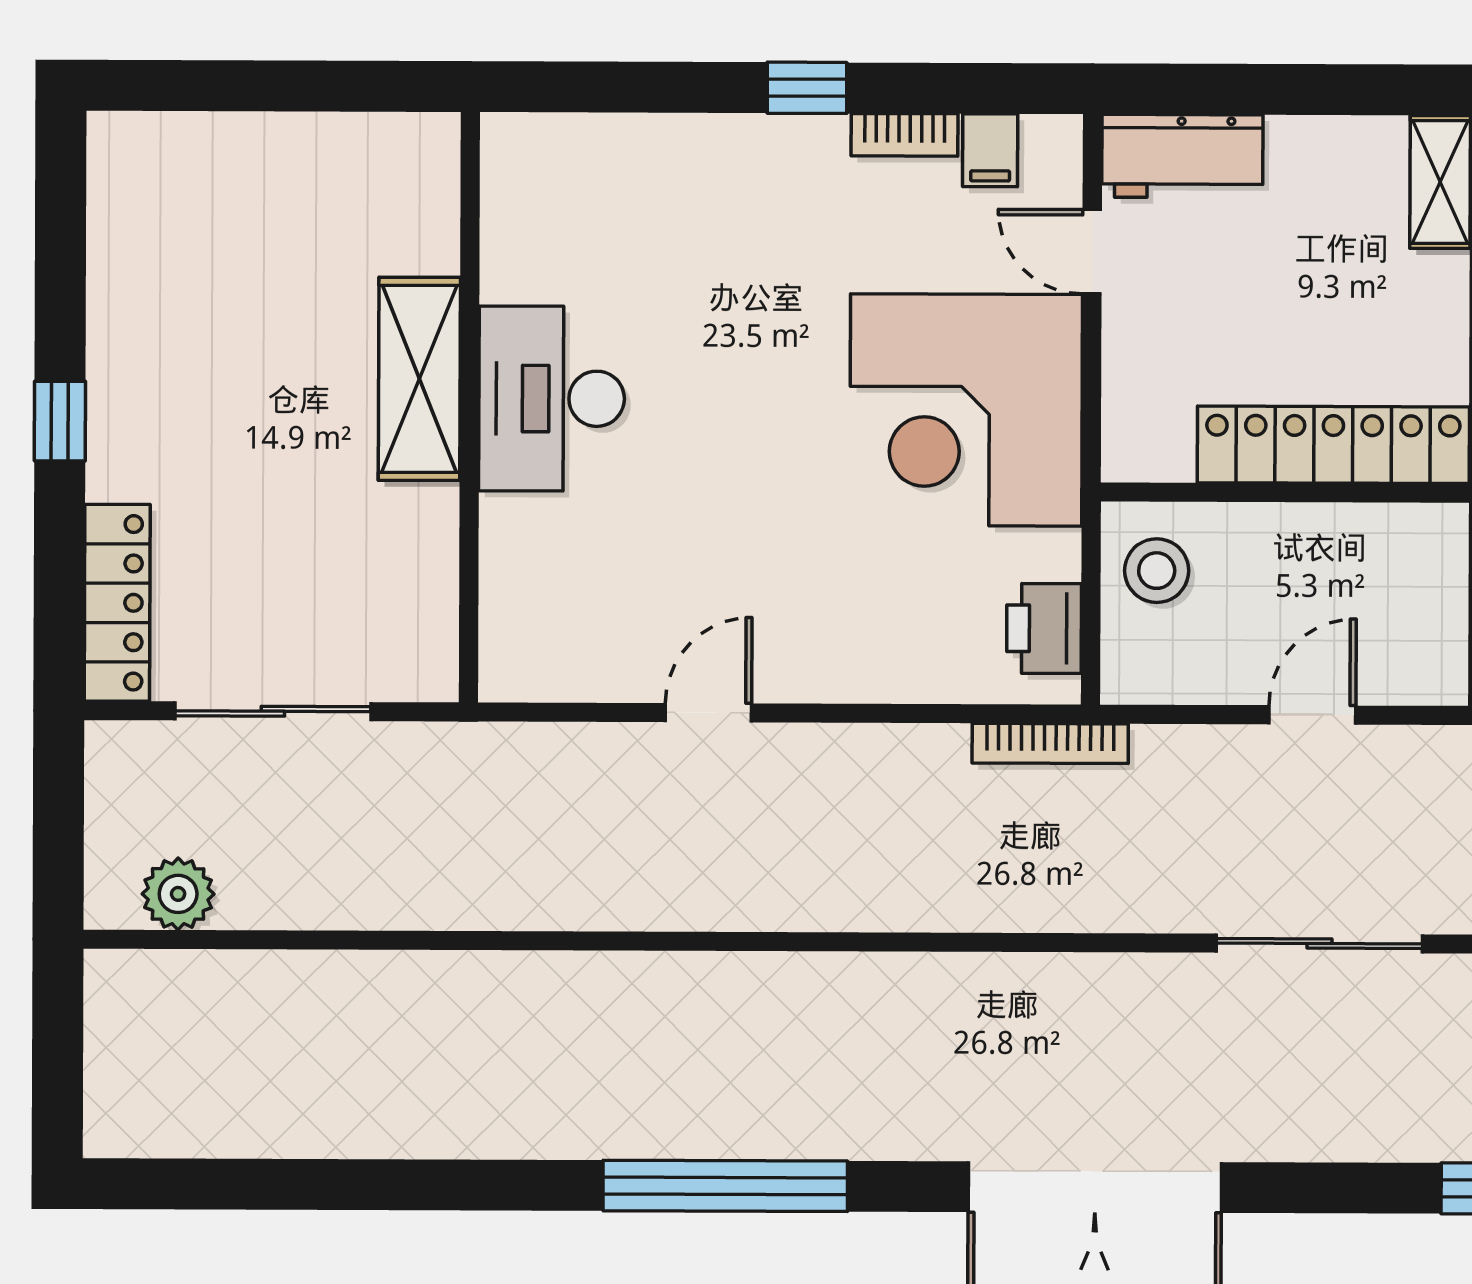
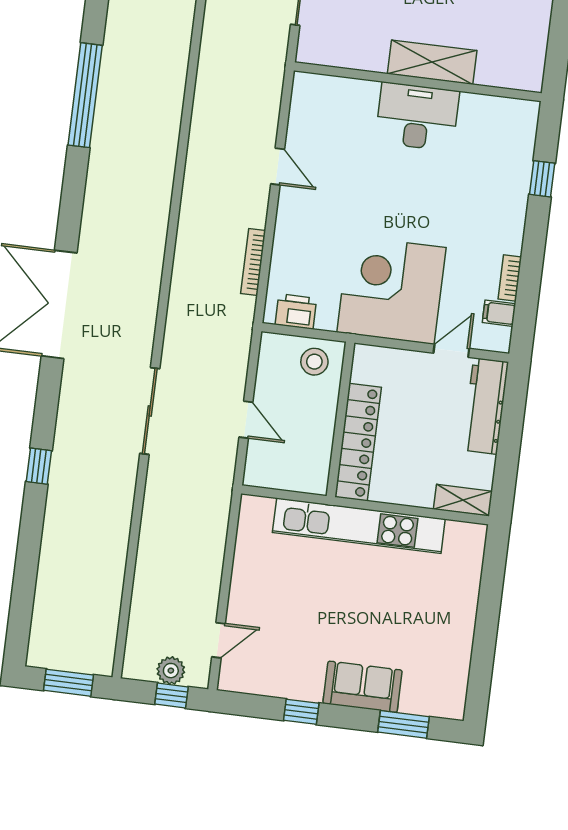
window: (807, 88) -> (542, 179), moved
workbench: (1182, 156) -> (485, 406), width x1.38
bookcase: (1050, 743) -> (253, 262), moved
window: (725, 1186) -> (85, 95), moved

